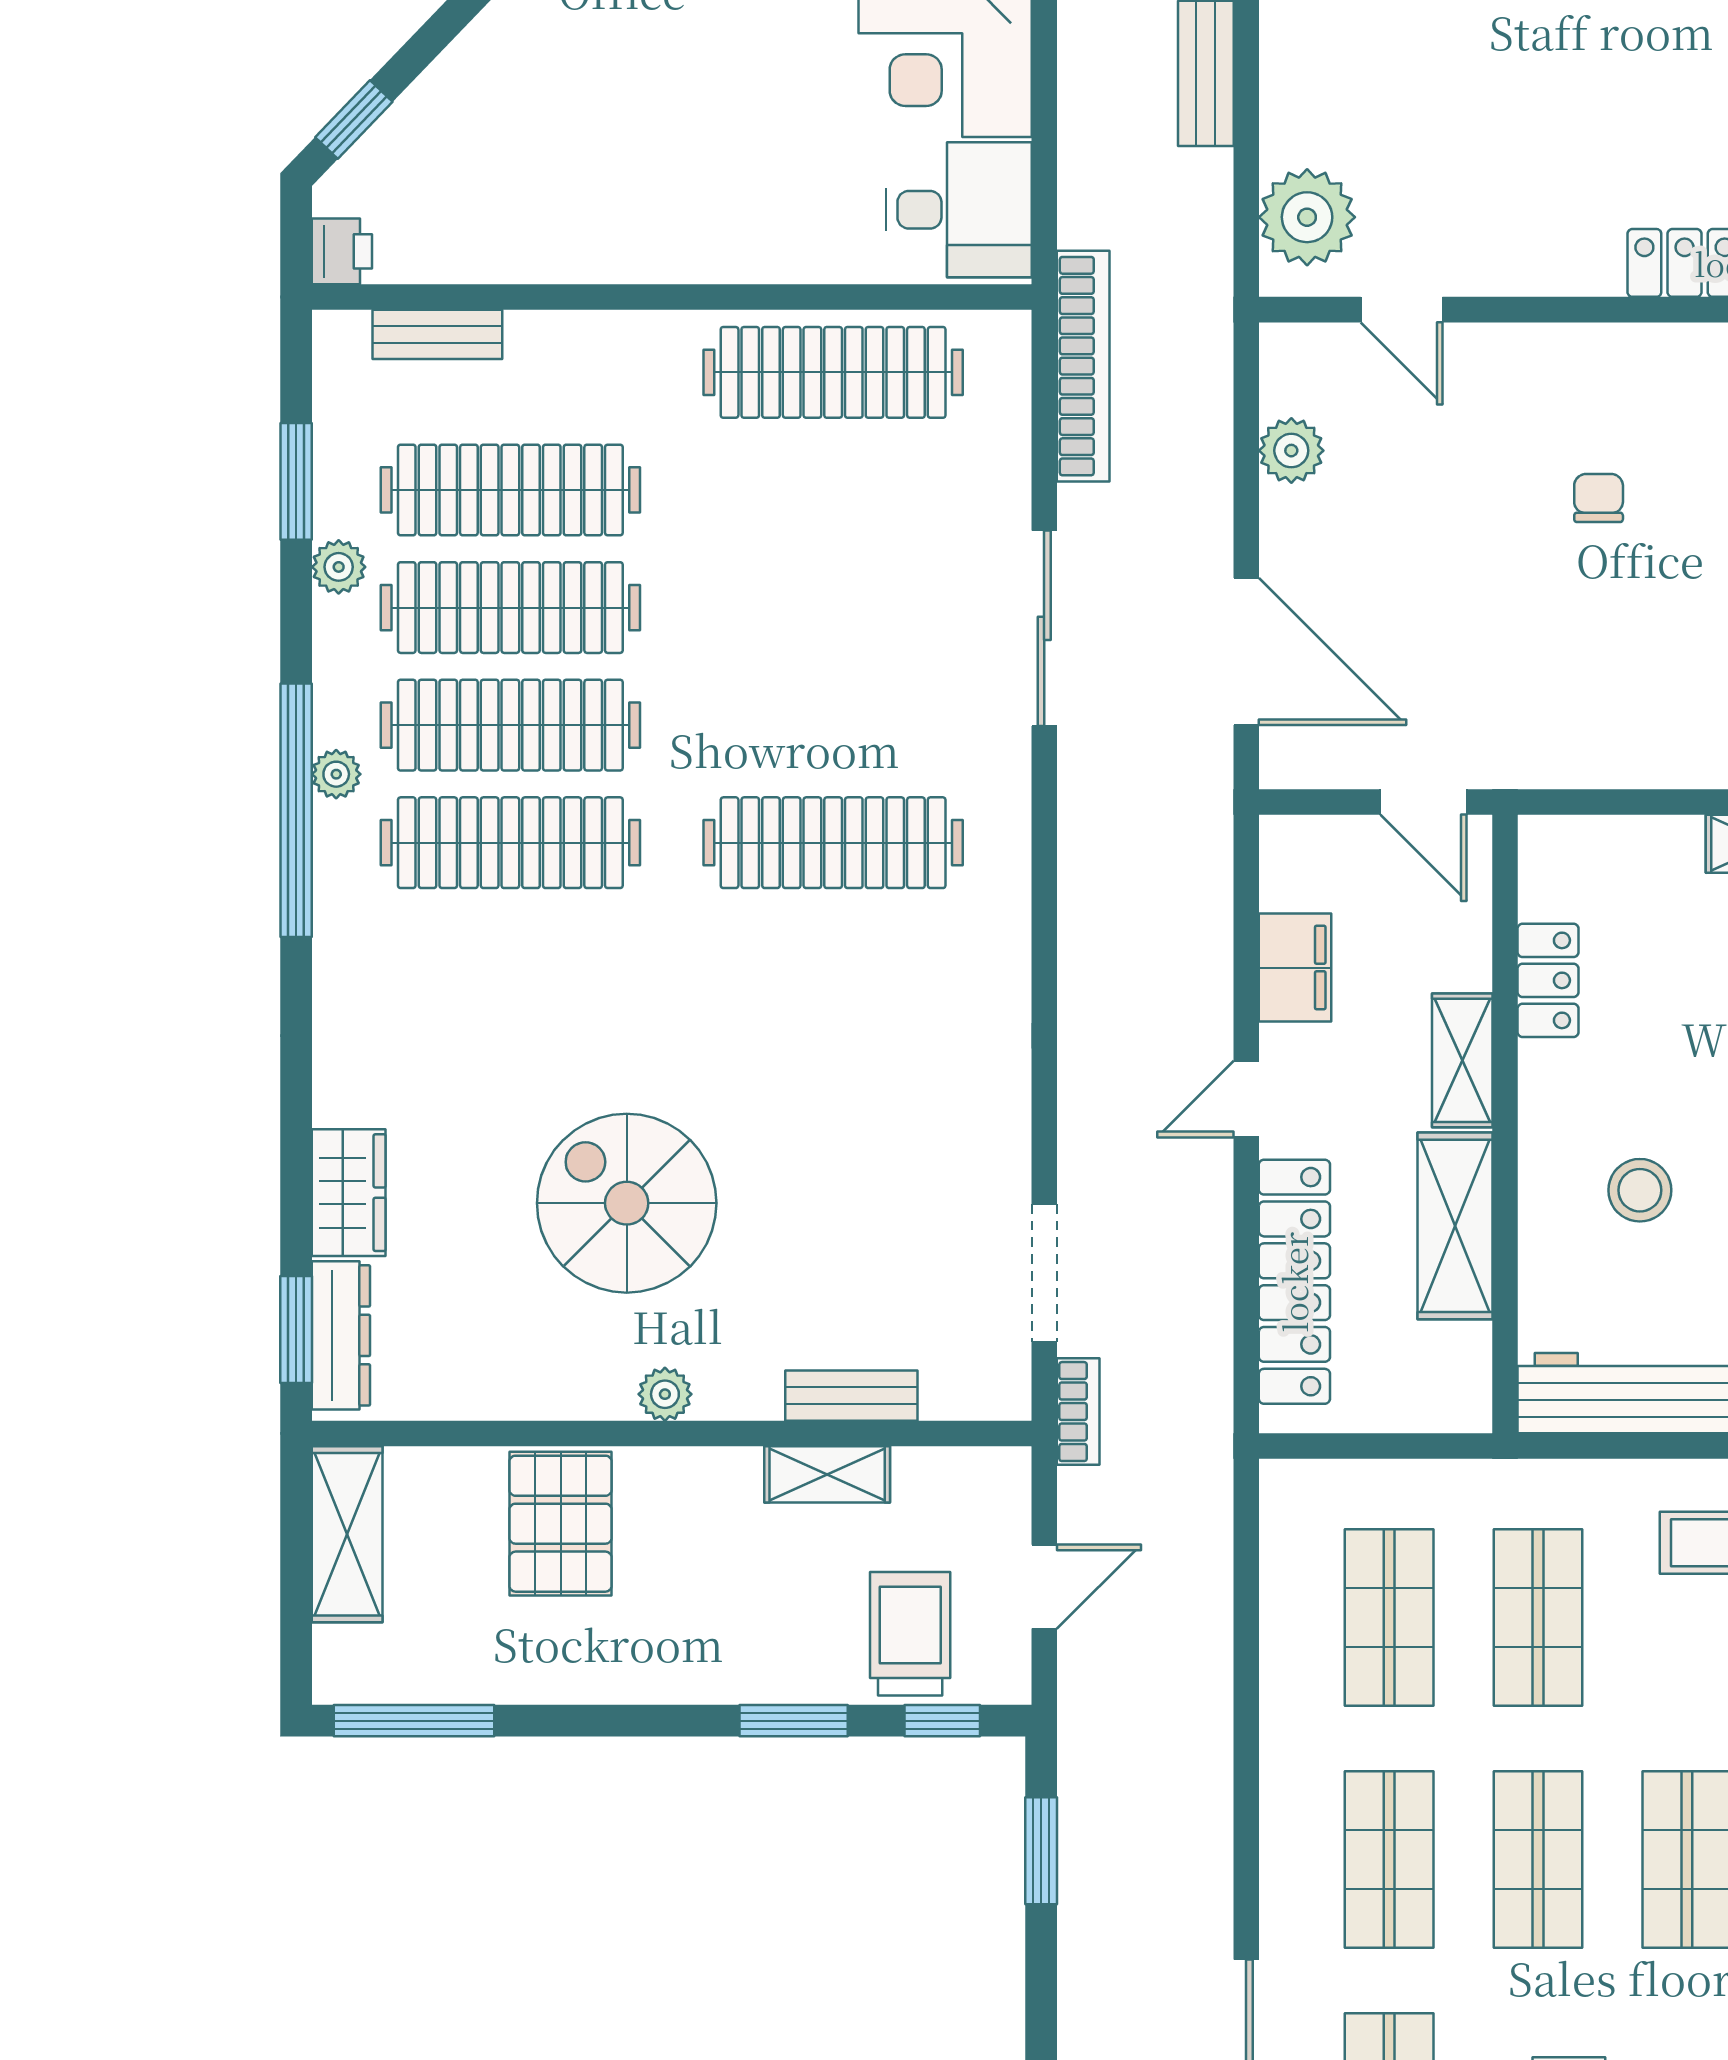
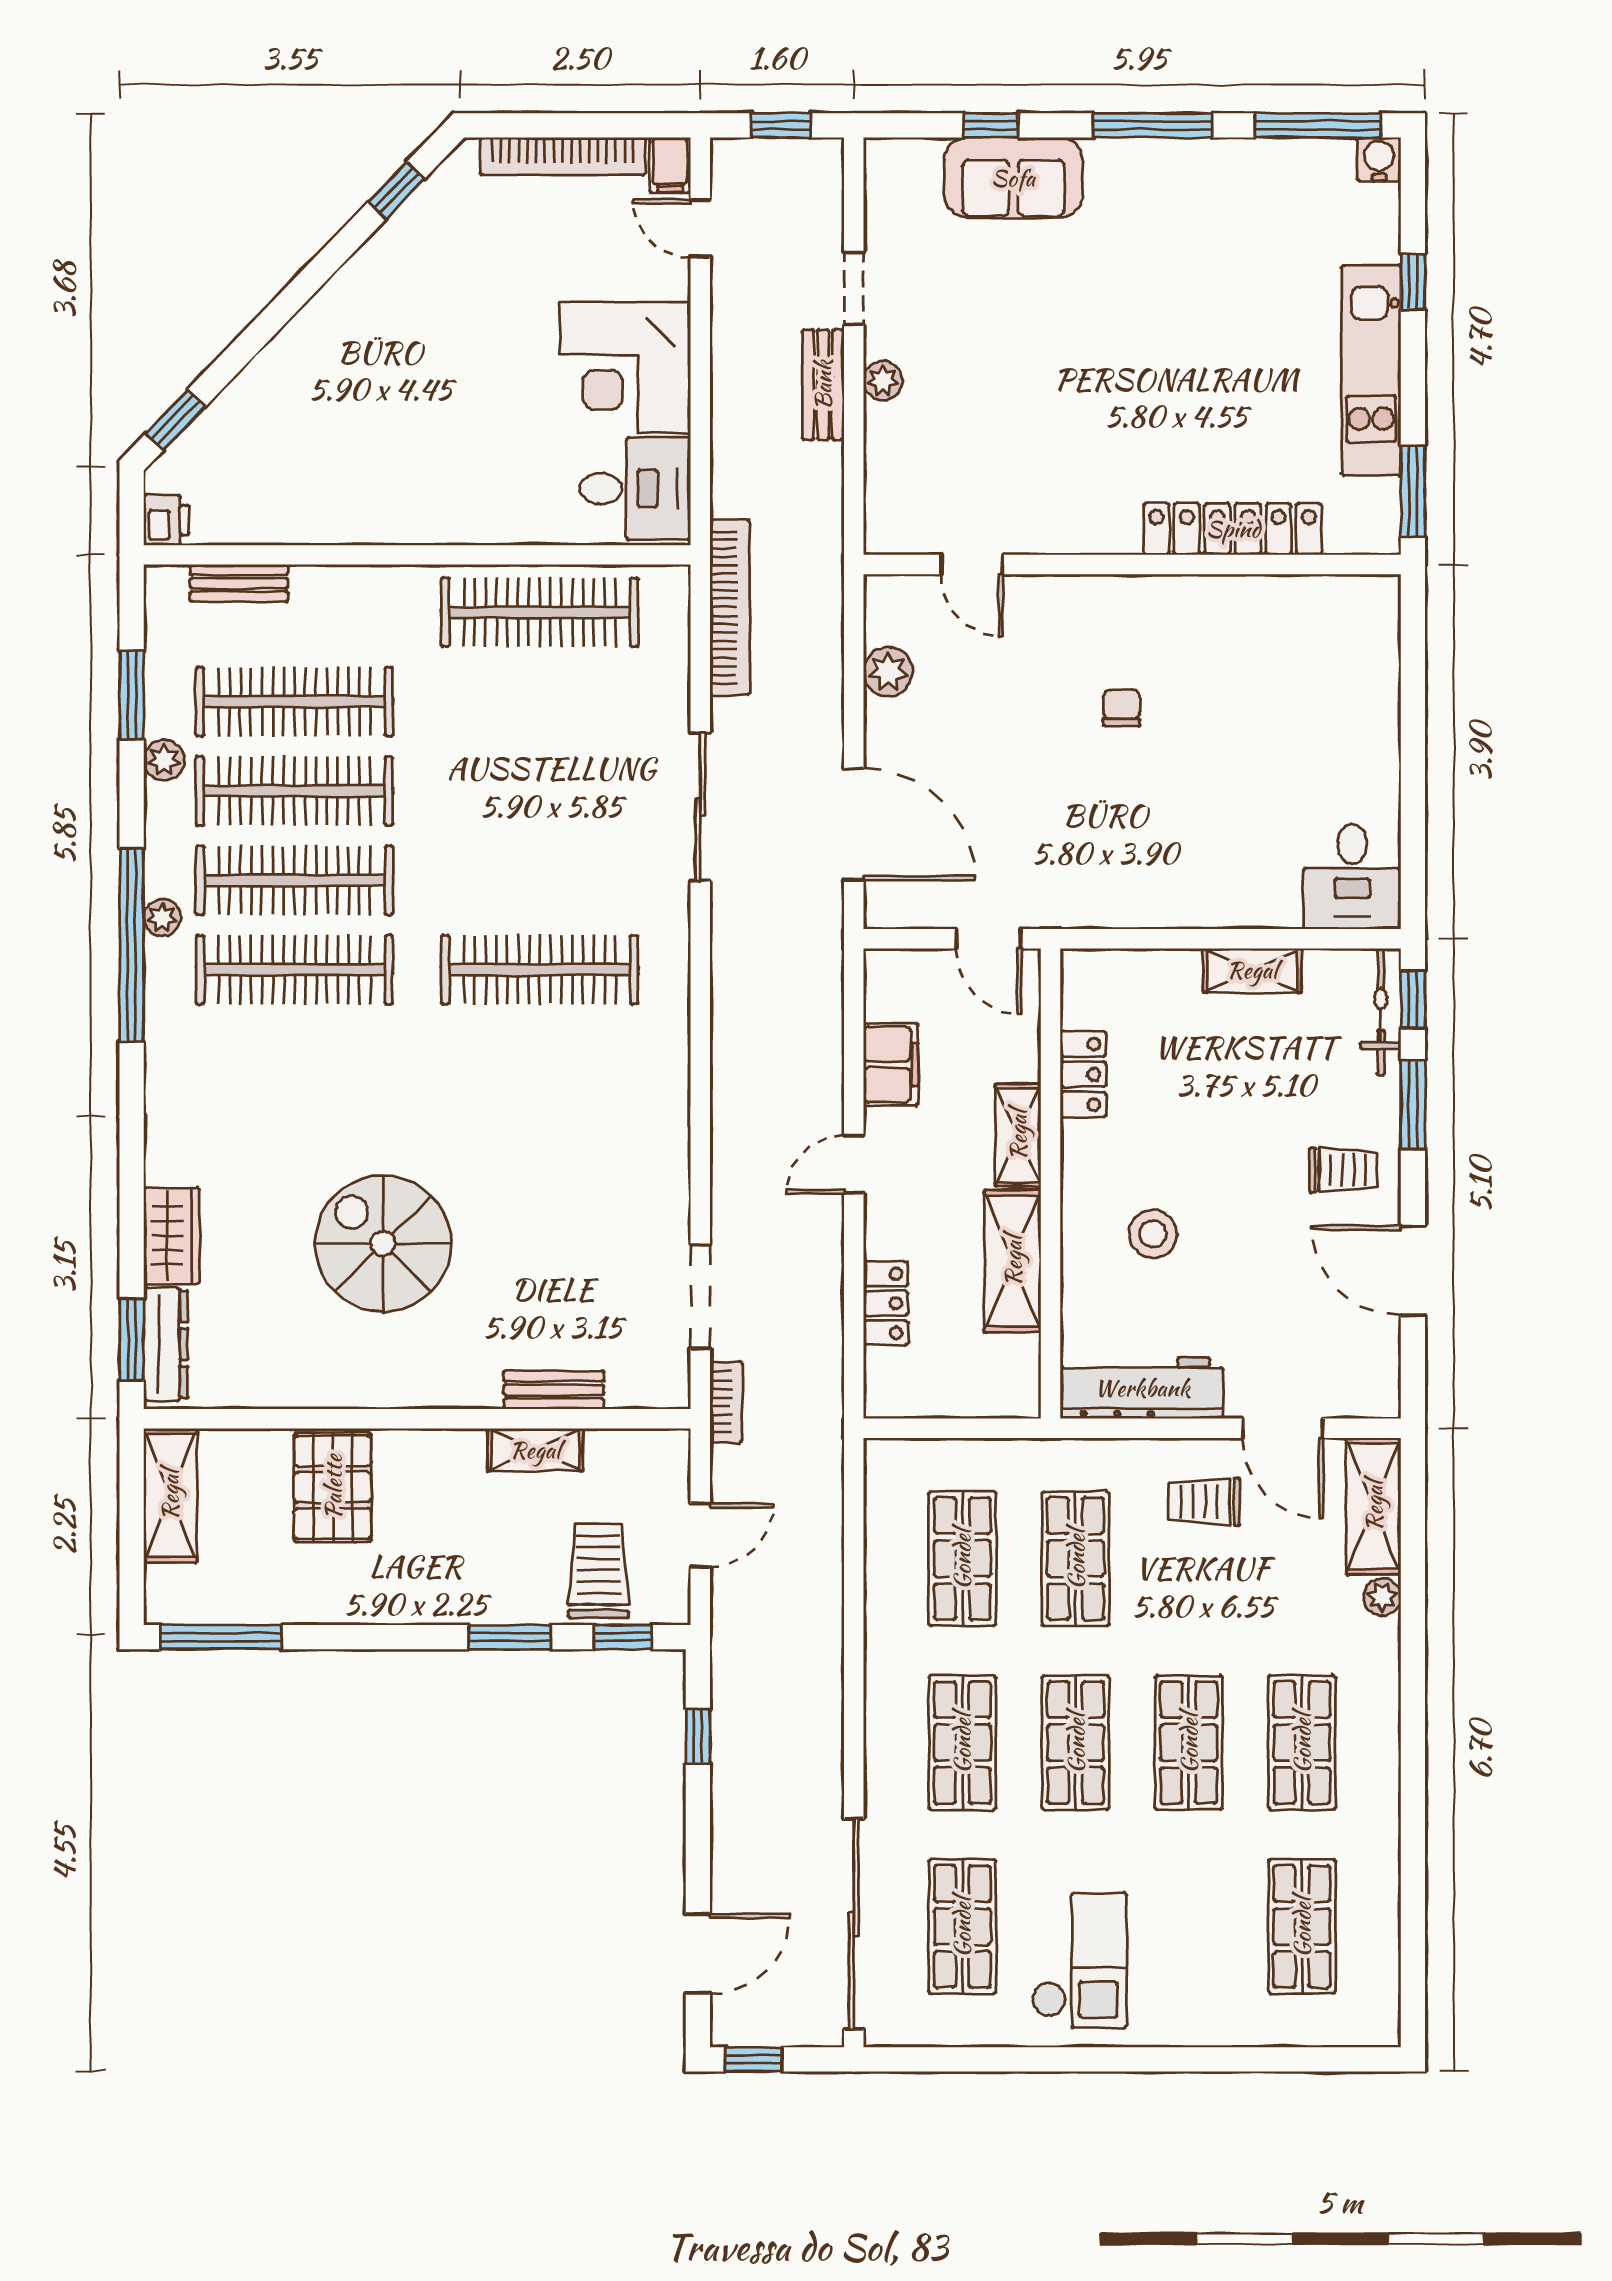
plant: (1307, 217) -> (883, 381), moved, width x0.53, depth x0.53
locker: (1294, 1282) -> (886, 1303), width x0.46, depth x0.83
plant: (665, 1394) -> (412, 1389), removed
window: (1041, 1851) -> (698, 1736), width x0.67

